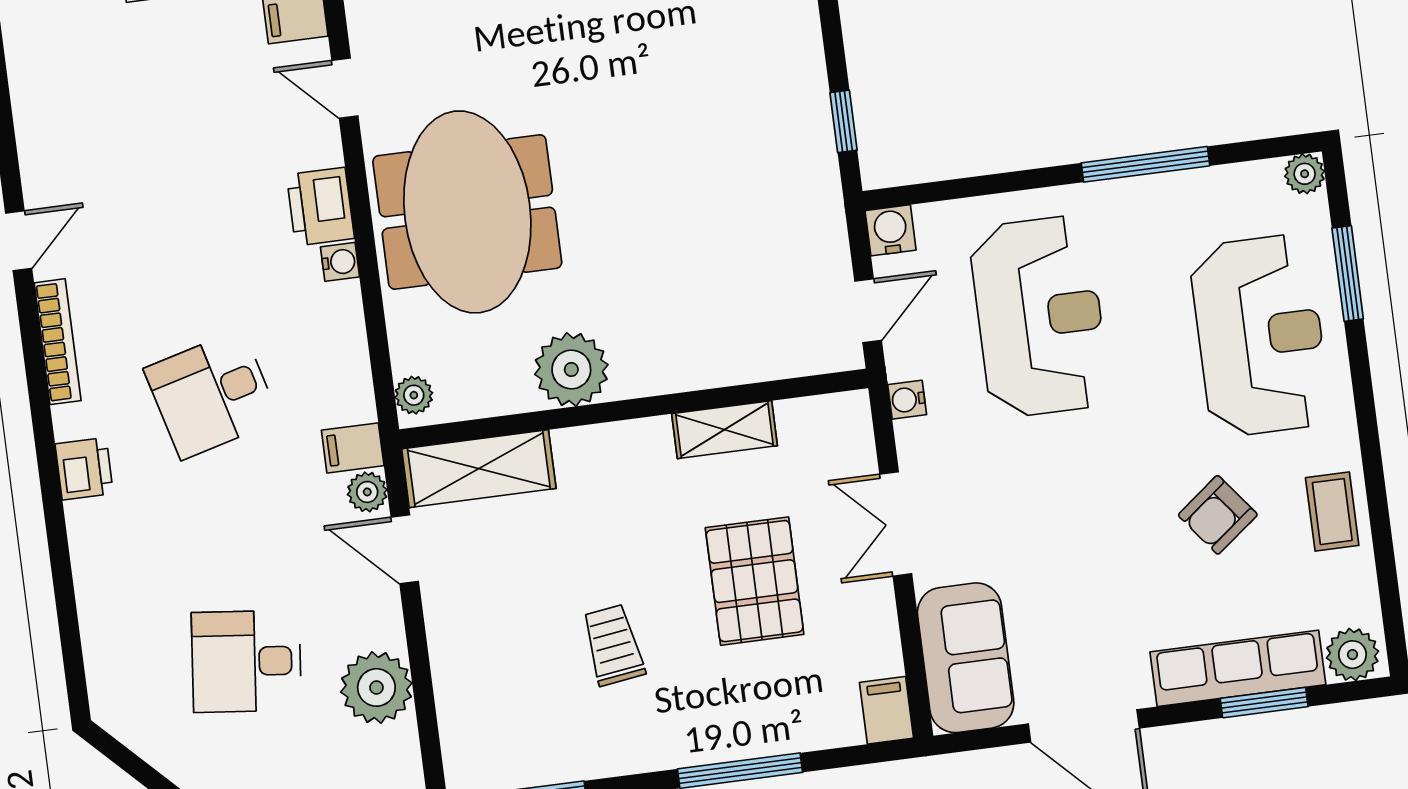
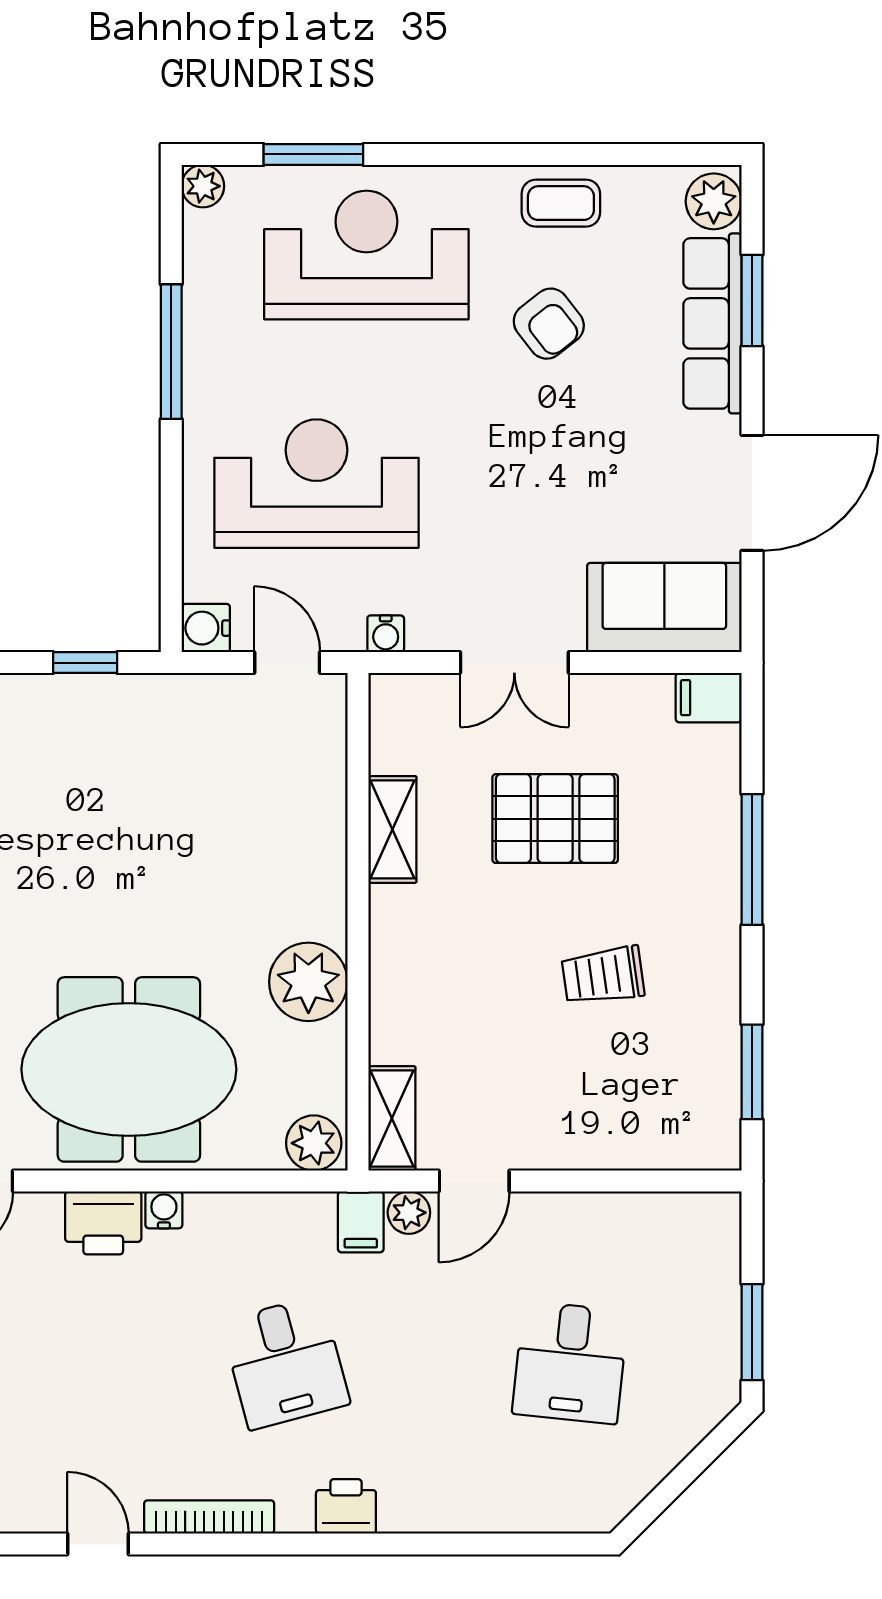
plant: (414, 395) -> (314, 1143), width x1.38, depth x1.38
shelving: (479, 469) -> (392, 1118), width x0.67, depth x0.75
plant: (376, 687) -> (615, 1230), removed

